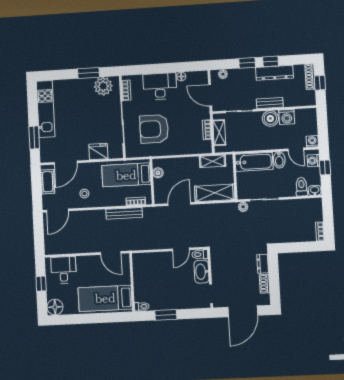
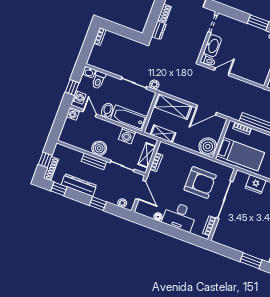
window: (271, 61) -> (59, 189), moved
window: (88, 73) -> (251, 261), moved
plant: (103, 86) -> (227, 238), removed
washing machine: (287, 117) -> (127, 136), moved, turned 180
boiler: (158, 173) -> (208, 147), width x1.86, depth x1.86

